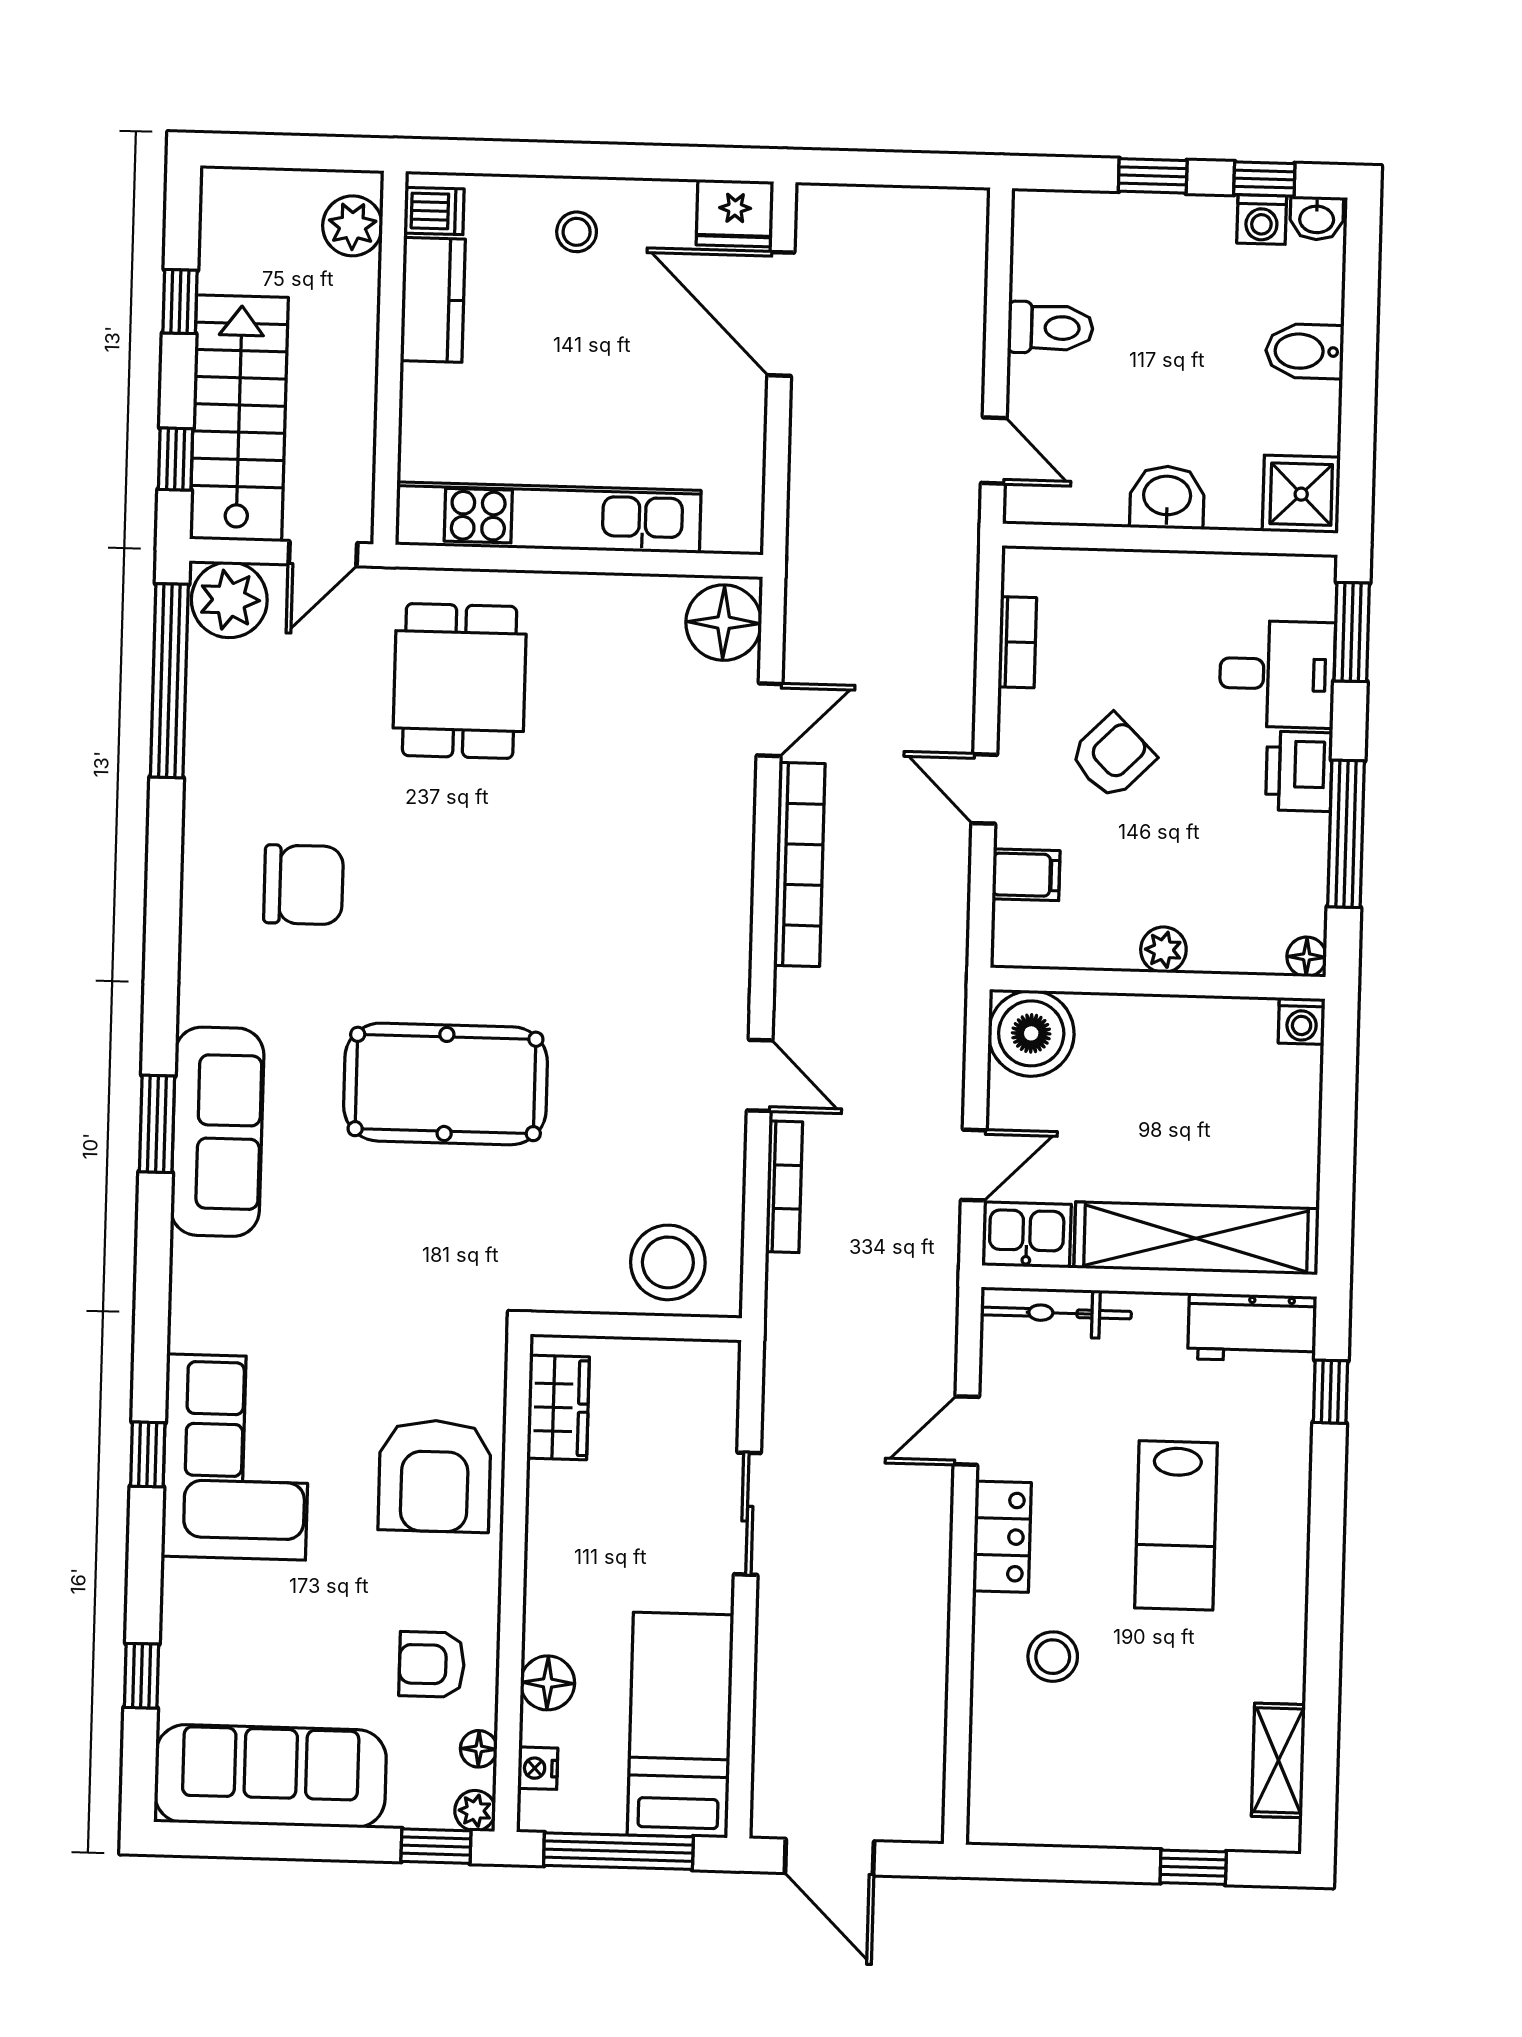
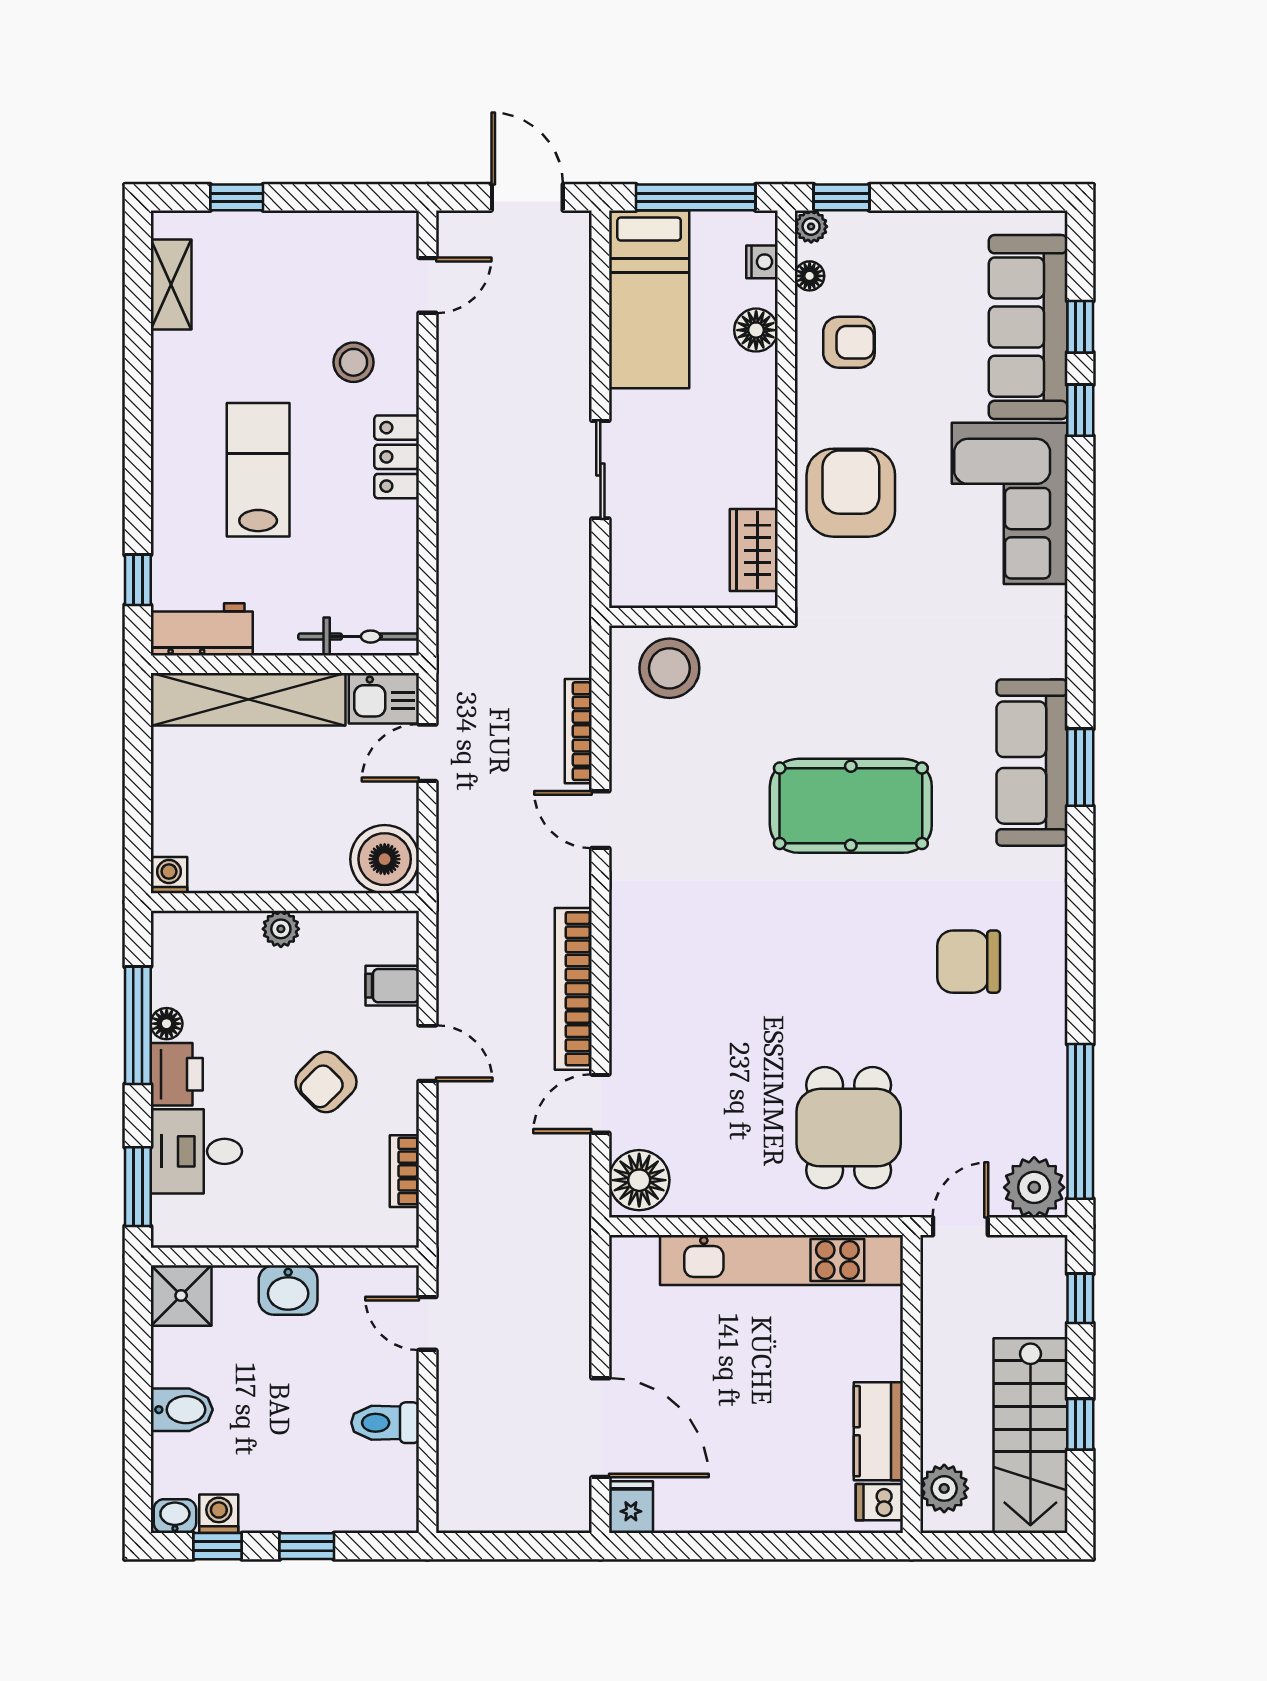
fridge: (735, 213) -> (631, 1507), width x0.72
stool: (577, 232) -> (765, 1489), removed
stairs: (239, 418) -> (1030, 1436), moved
floor lamp: (1307, 957) -> (167, 1024), moved
door: (966, 1431) -> (427, 285), moved
window: (148, 1454) -> (1080, 410), moved
sofa: (270, 1776) -> (1028, 327), moved, turned 90

